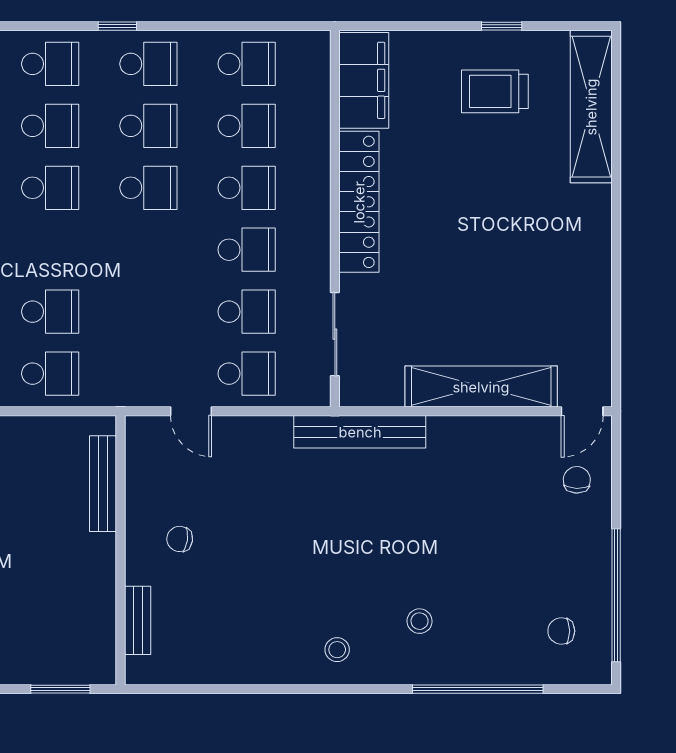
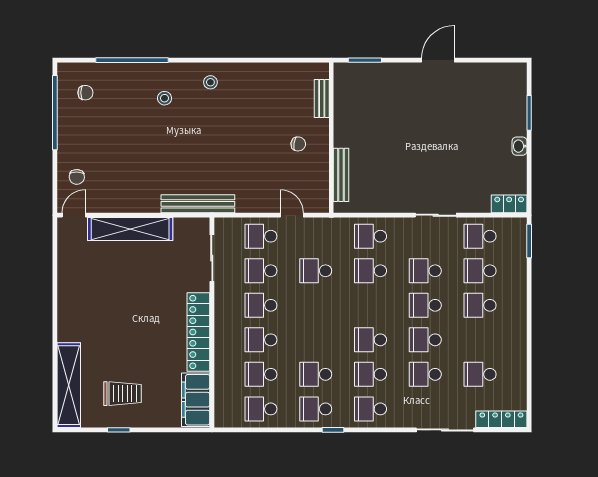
school desk: (148, 188) -> (316, 271), moved

